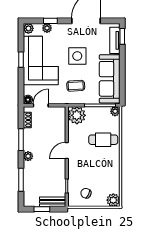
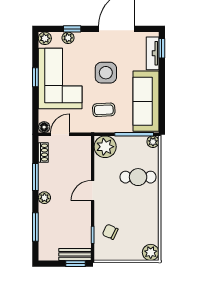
chair: (86, 193) -> (110, 232), moved
window: (42, 209) -> (76, 264), moved

